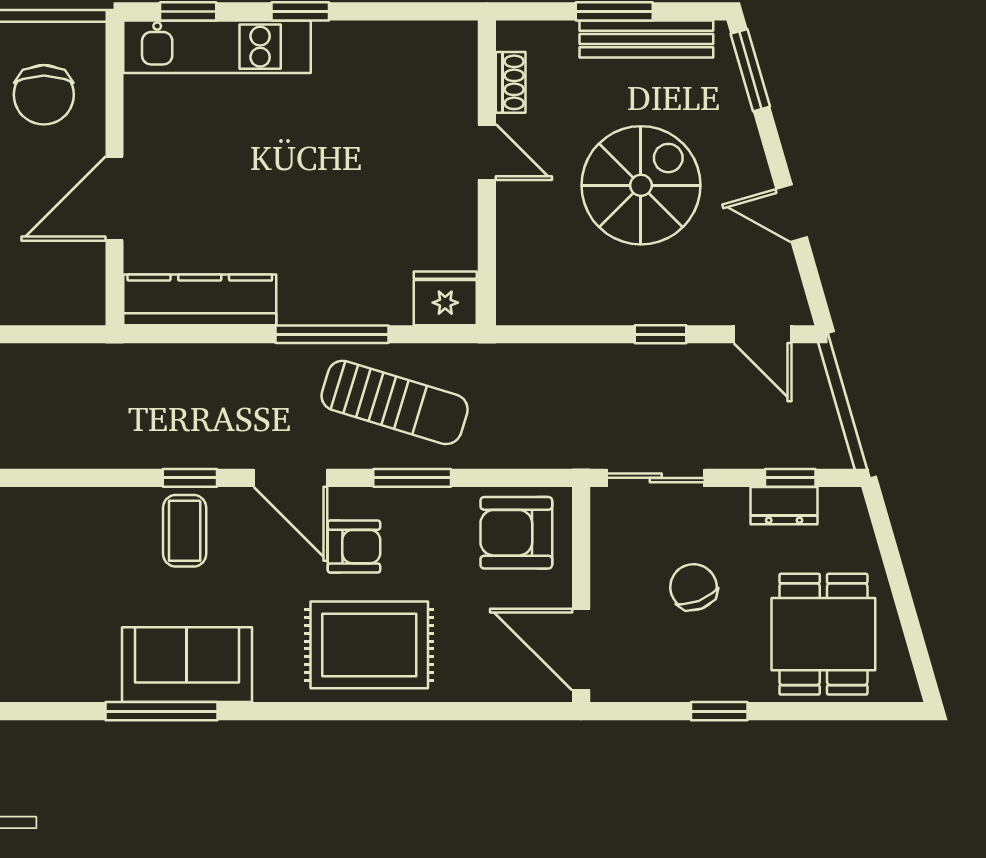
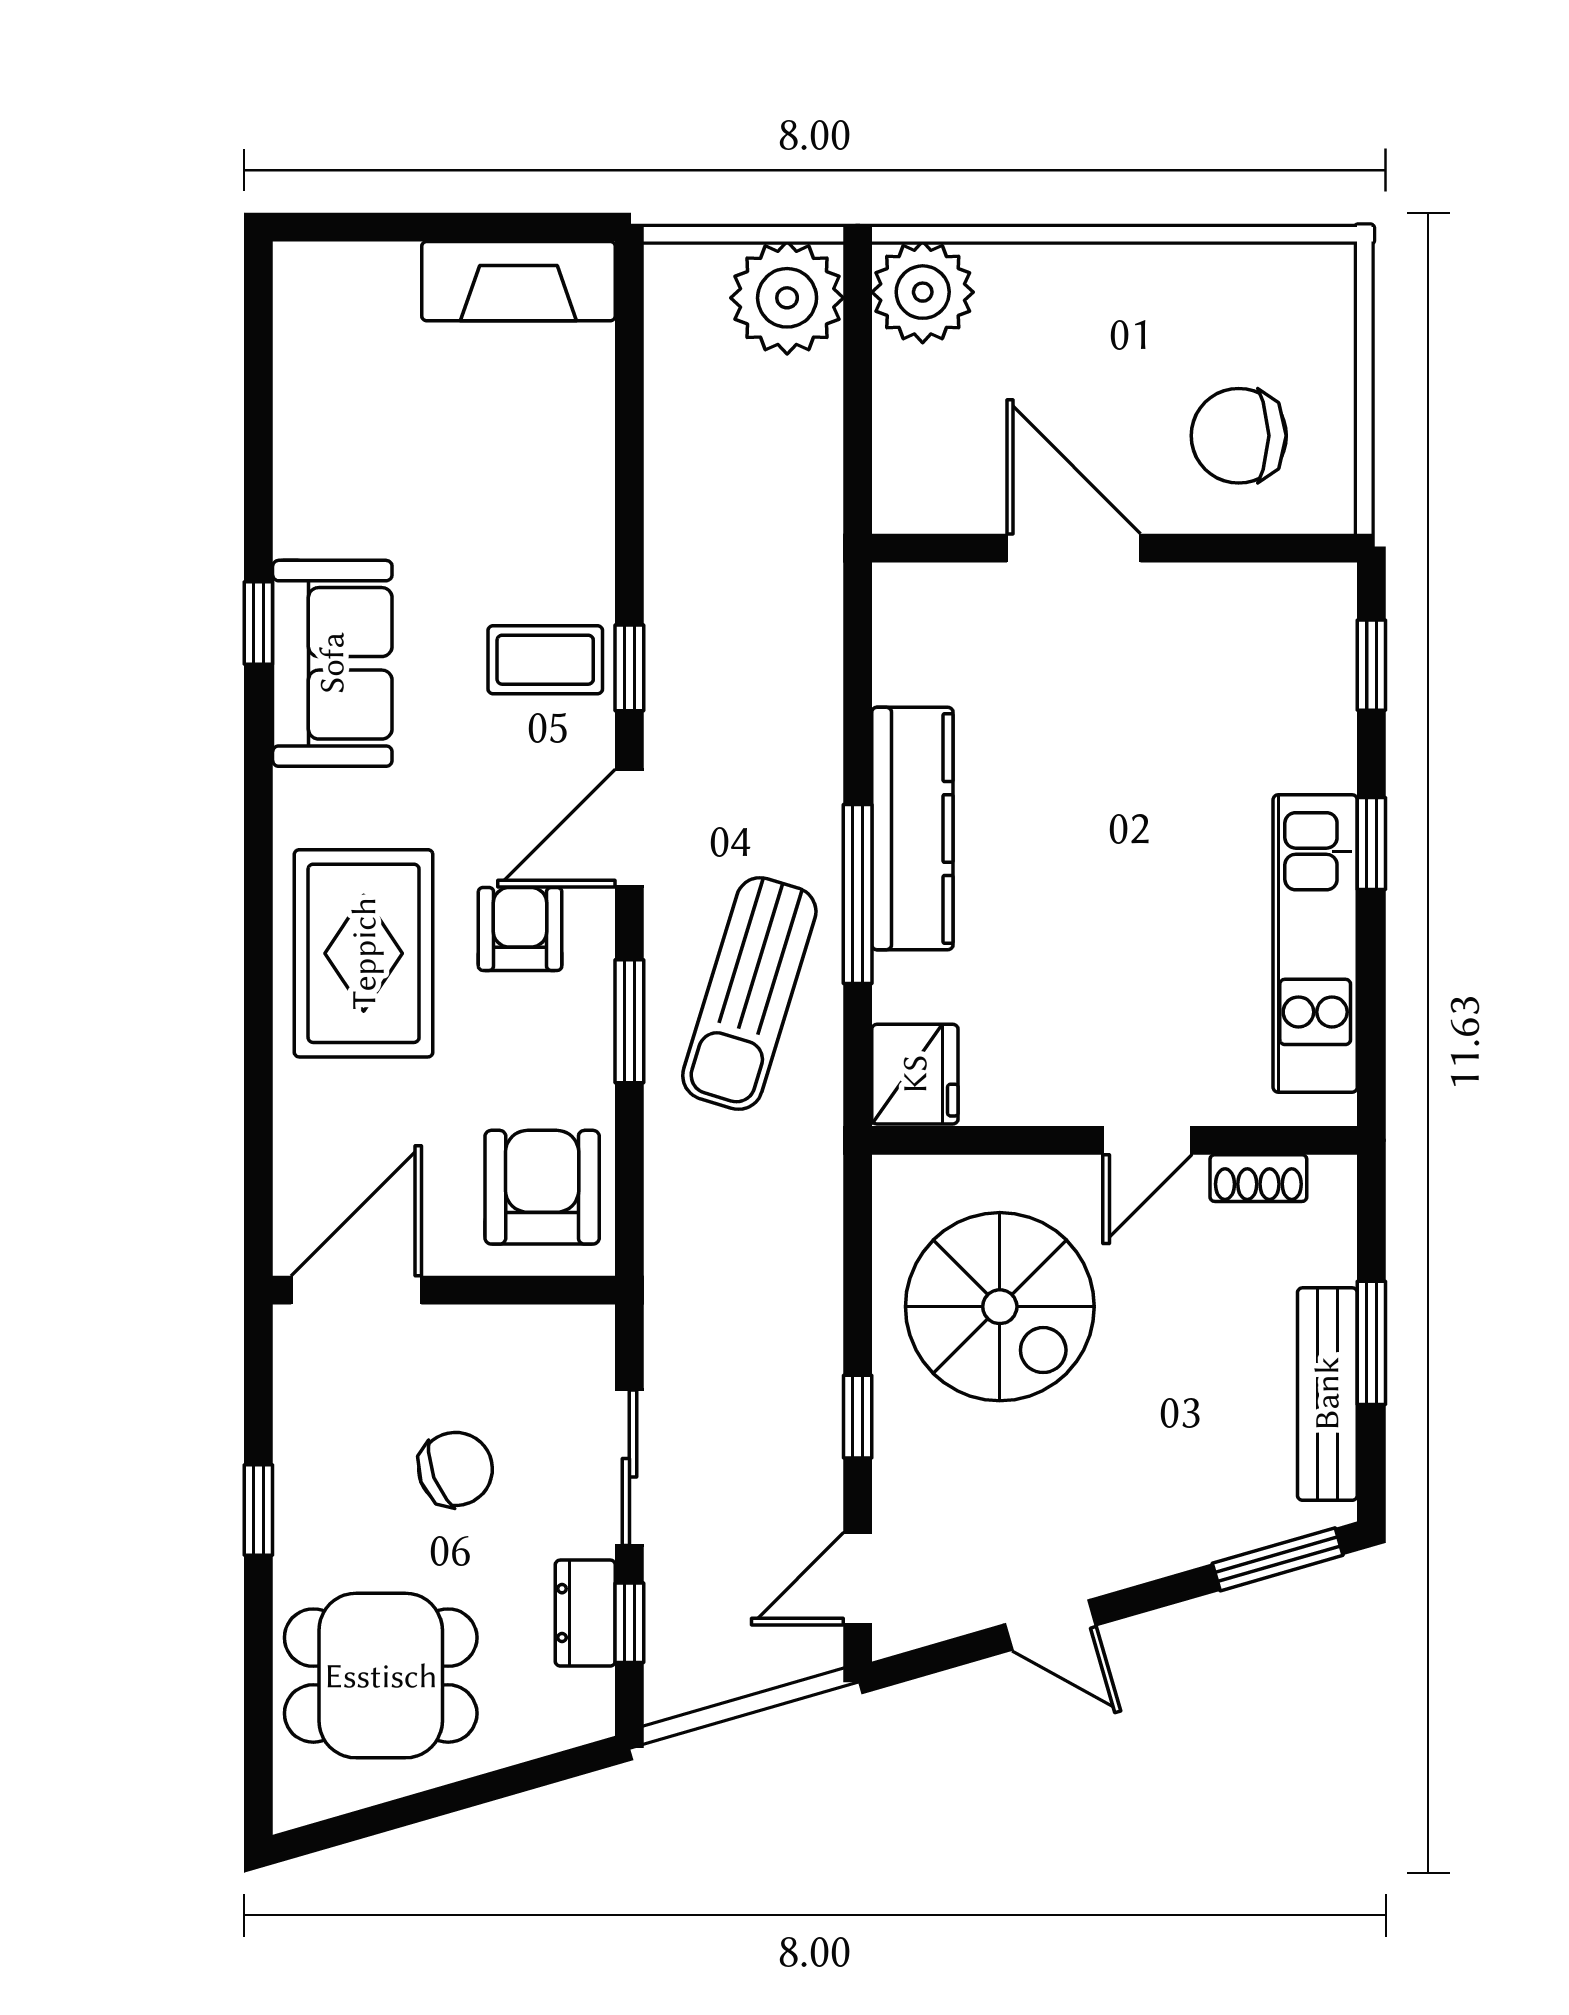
kitchen unit: (217, 47) -> (1315, 943), moved
spiral stairs: (641, 185) -> (1000, 1307), moved
door: (792, 213) -> (1050, 1625), swing flipped
kitchen counter: (200, 300) -> (912, 829), moved
sliding door: (656, 478) -> (629, 1468), moved
armchair: (354, 547) -> (520, 929), turned 180
window: (162, 711) -> (258, 623), width x0.46

